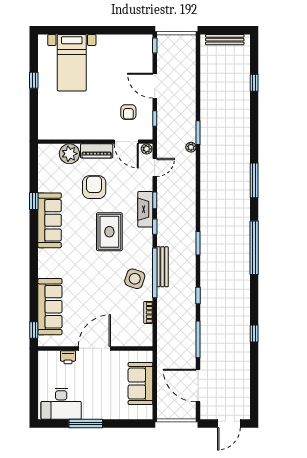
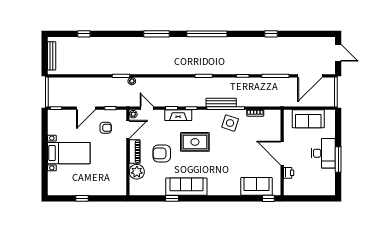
bed with nightstands: (72, 63) -> (69, 153), moved
sofa: (50, 307) -> (257, 186), width x0.73
desk: (61, 404) -> (323, 153), moved

